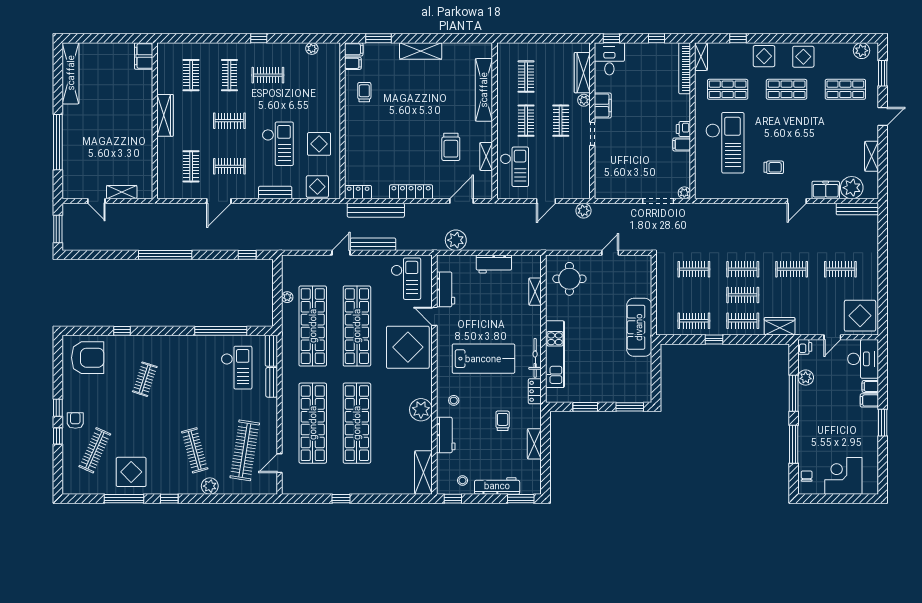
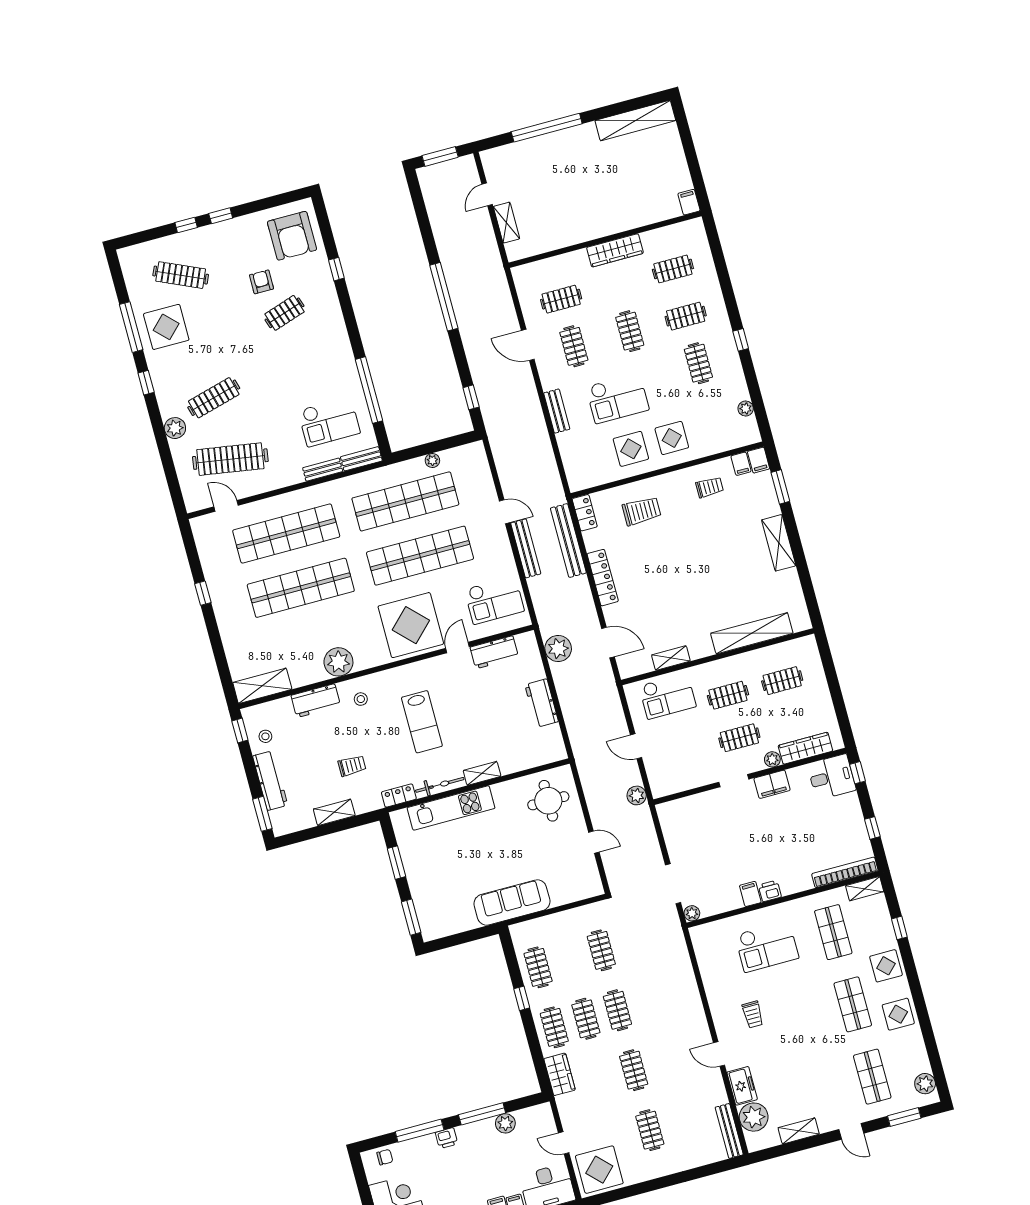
filing cabinet: (144, 56) -> (689, 202), width x0.50
checkout: (725, 143) -> (767, 946), width x0.73, depth x0.83
trolley: (451, 147) -> (642, 511), moved, turned 180
display table: (317, 187) -> (672, 438), moved
shelving: (535, 292) -> (482, 773), moved
printer: (805, 347) -> (447, 1138), moved
lab bench: (483, 359) -> (422, 722), width x0.73, depth x0.72
clothes rail: (145, 379) -> (285, 313), turned -36
armchair: (75, 421) -> (262, 282), moved, turned -90

